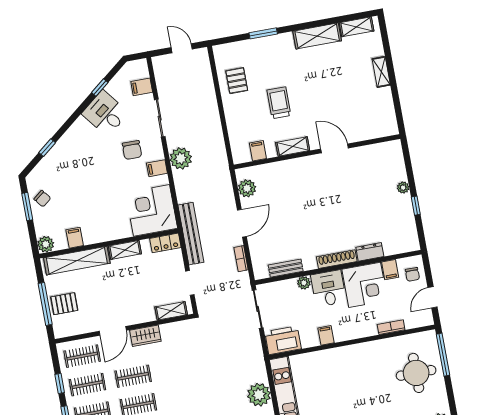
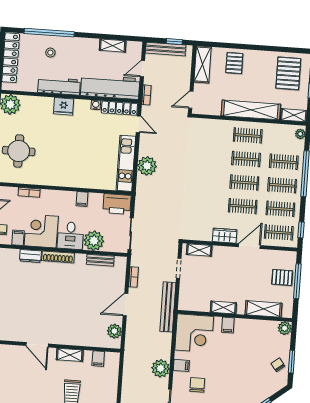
filing cabinet: (75, 238) -> (228, 325), moved
locker: (165, 243) -> (190, 305), removed
shelving: (77, 261) -> (263, 309), width x0.68
plant: (304, 283) -> (94, 241), width x1.87, depth x1.87
window: (60, 383) -> (301, 230), moved

